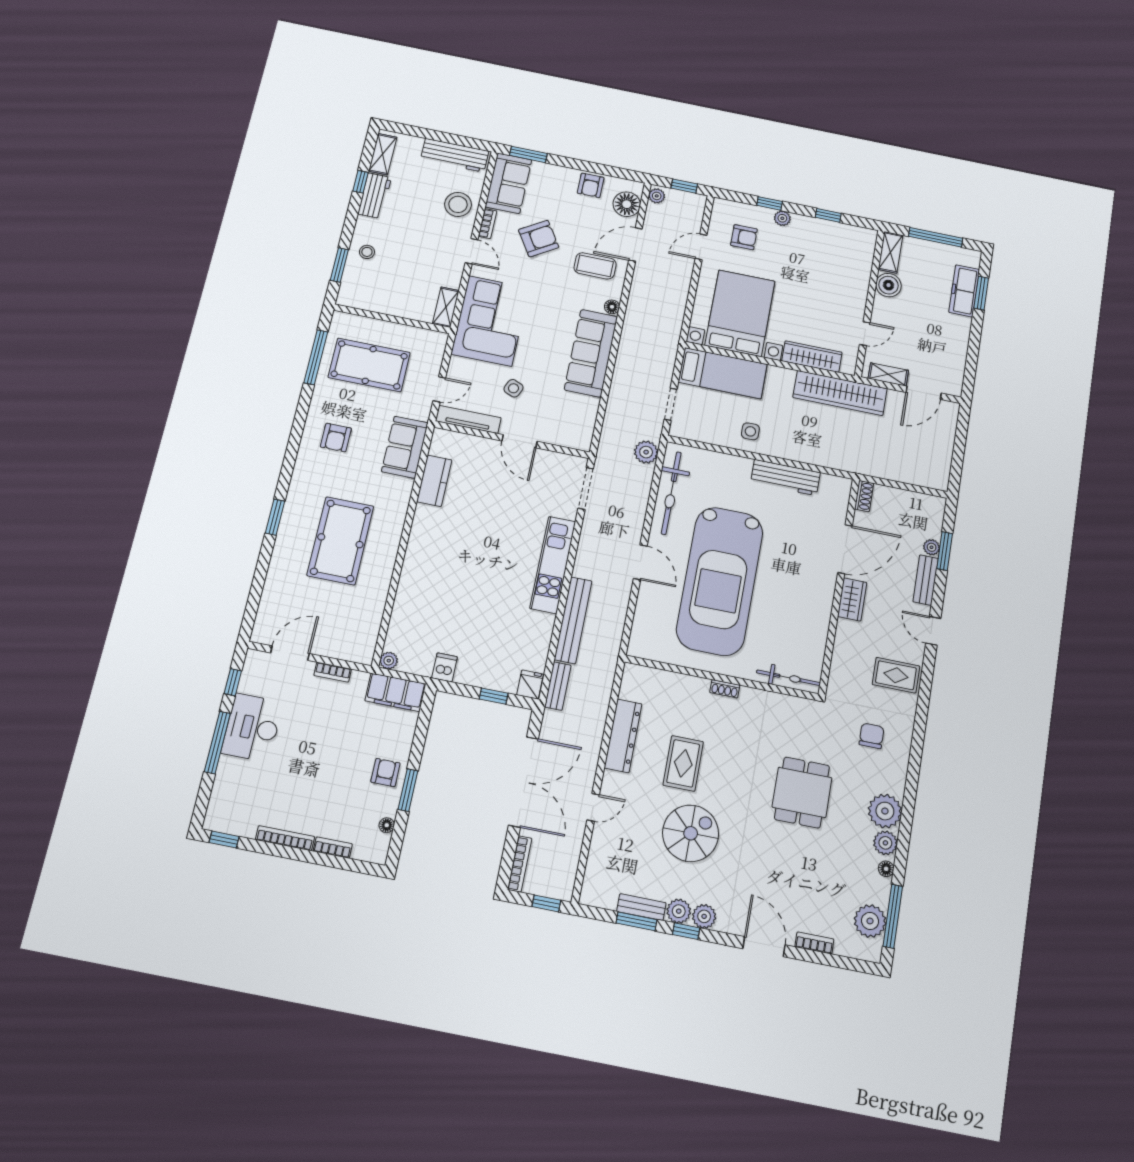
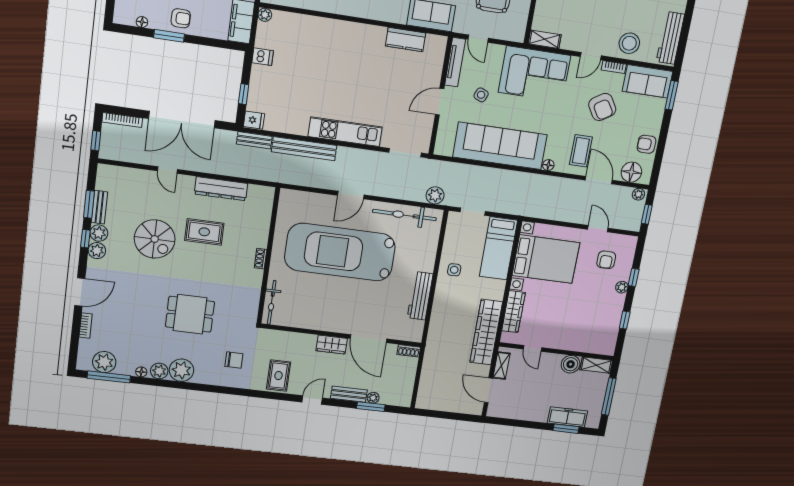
sofa: (591, 353) -> (500, 146), width x1.36, depth x1.27

